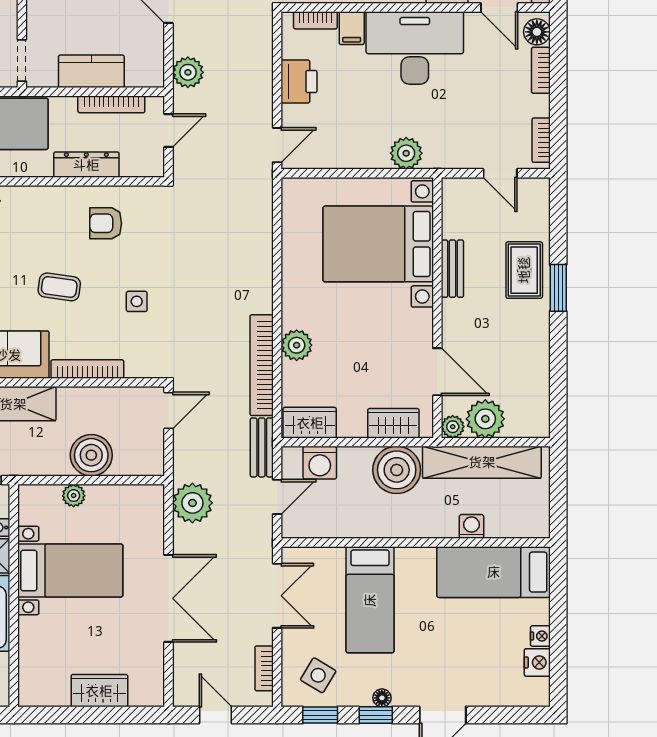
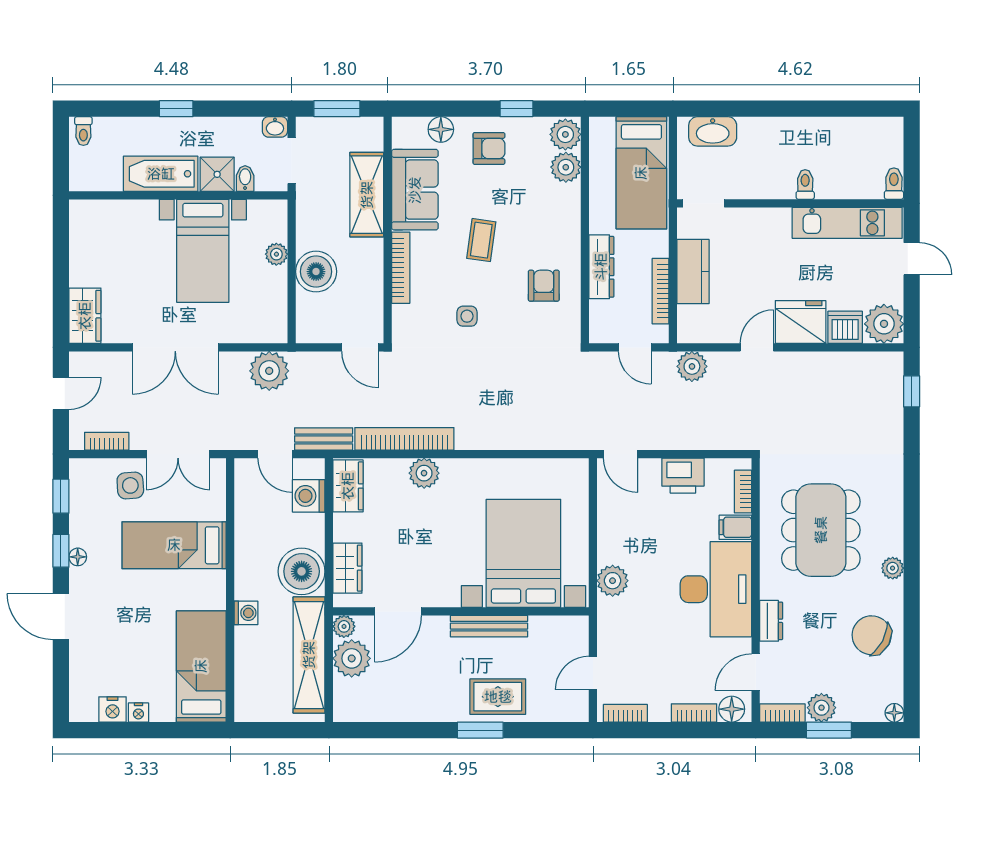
bench: (452, 269) -> (489, 626), width x1.36
washing machine: (472, 526) -> (246, 613), moved
side table: (318, 675) -> (130, 485), moved, turned -35
wardrobe: (99, 691) -> (85, 316), moved

